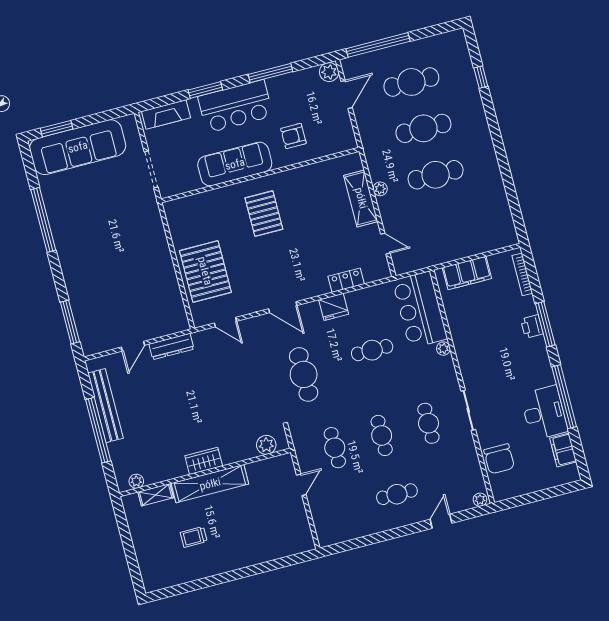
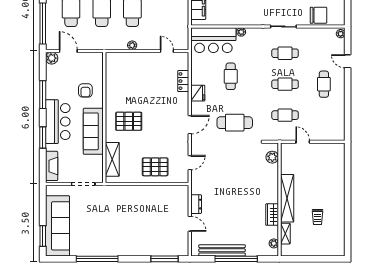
shelving: (361, 198) -> (112, 159), moved, turned 90
door: (385, 244) -> (167, 51), hinge flipped
pallet: (205, 271) -> (155, 167), width x0.73, depth x0.71
dresser: (171, 347) -> (196, 204), width x0.70
wardrobe: (204, 461) -> (272, 215), moved

